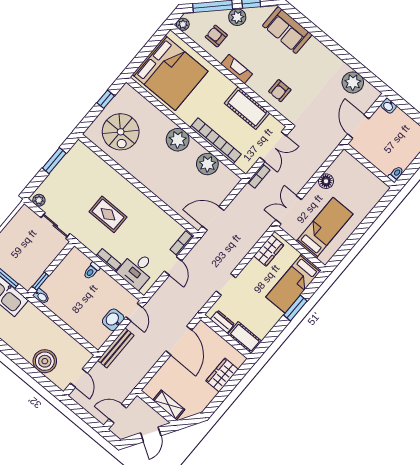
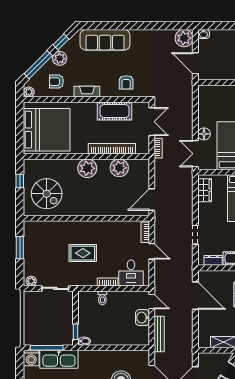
sofa: (287, 30) -> (105, 40), width x1.36
plant: (353, 82) -> (184, 38), moved
floor lamp: (326, 181) -> (204, 134), moved

